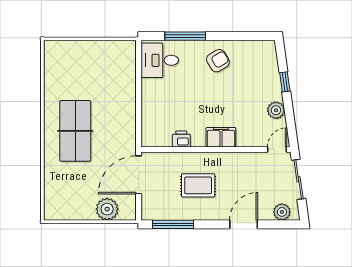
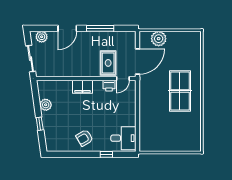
window: (185, 36) -> (106, 154), width x0.46
door: (277, 149) -> (123, 79), moved
rug: (198, 185) -> (108, 63), moved, turned 90
window: (173, 224) -> (100, 28), moved

